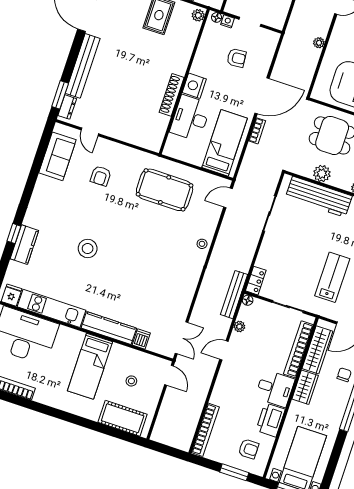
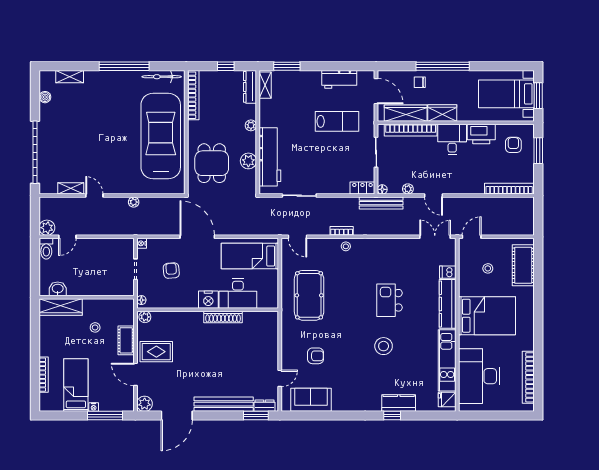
nightstand: (227, 21) -> (142, 243), moved
bookcase: (257, 131) -> (342, 231), moved
kitchen island: (132, 270) -> (390, 300), added
lab bench: (332, 277) -> (337, 121), turned 180
bed: (90, 366) -> (487, 316), width x1.50

